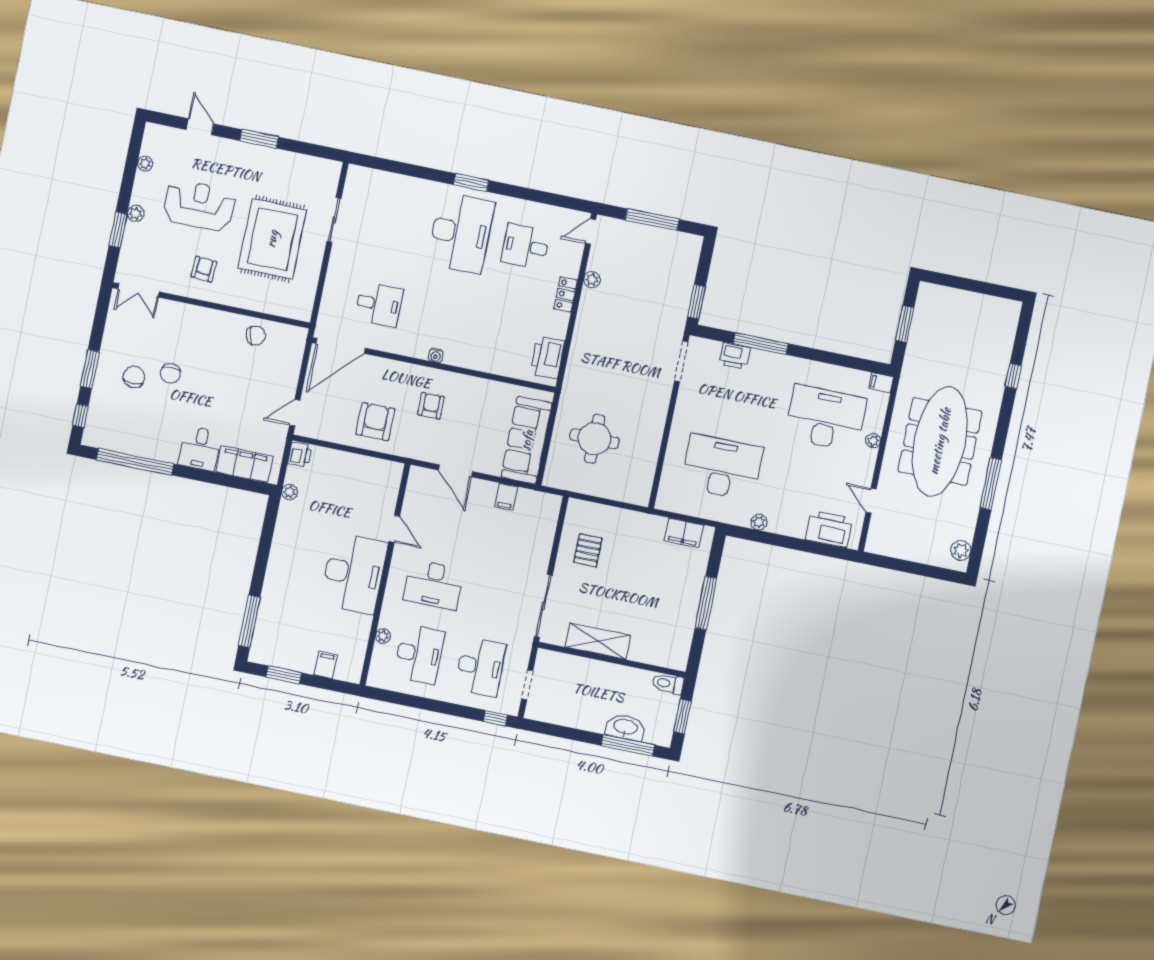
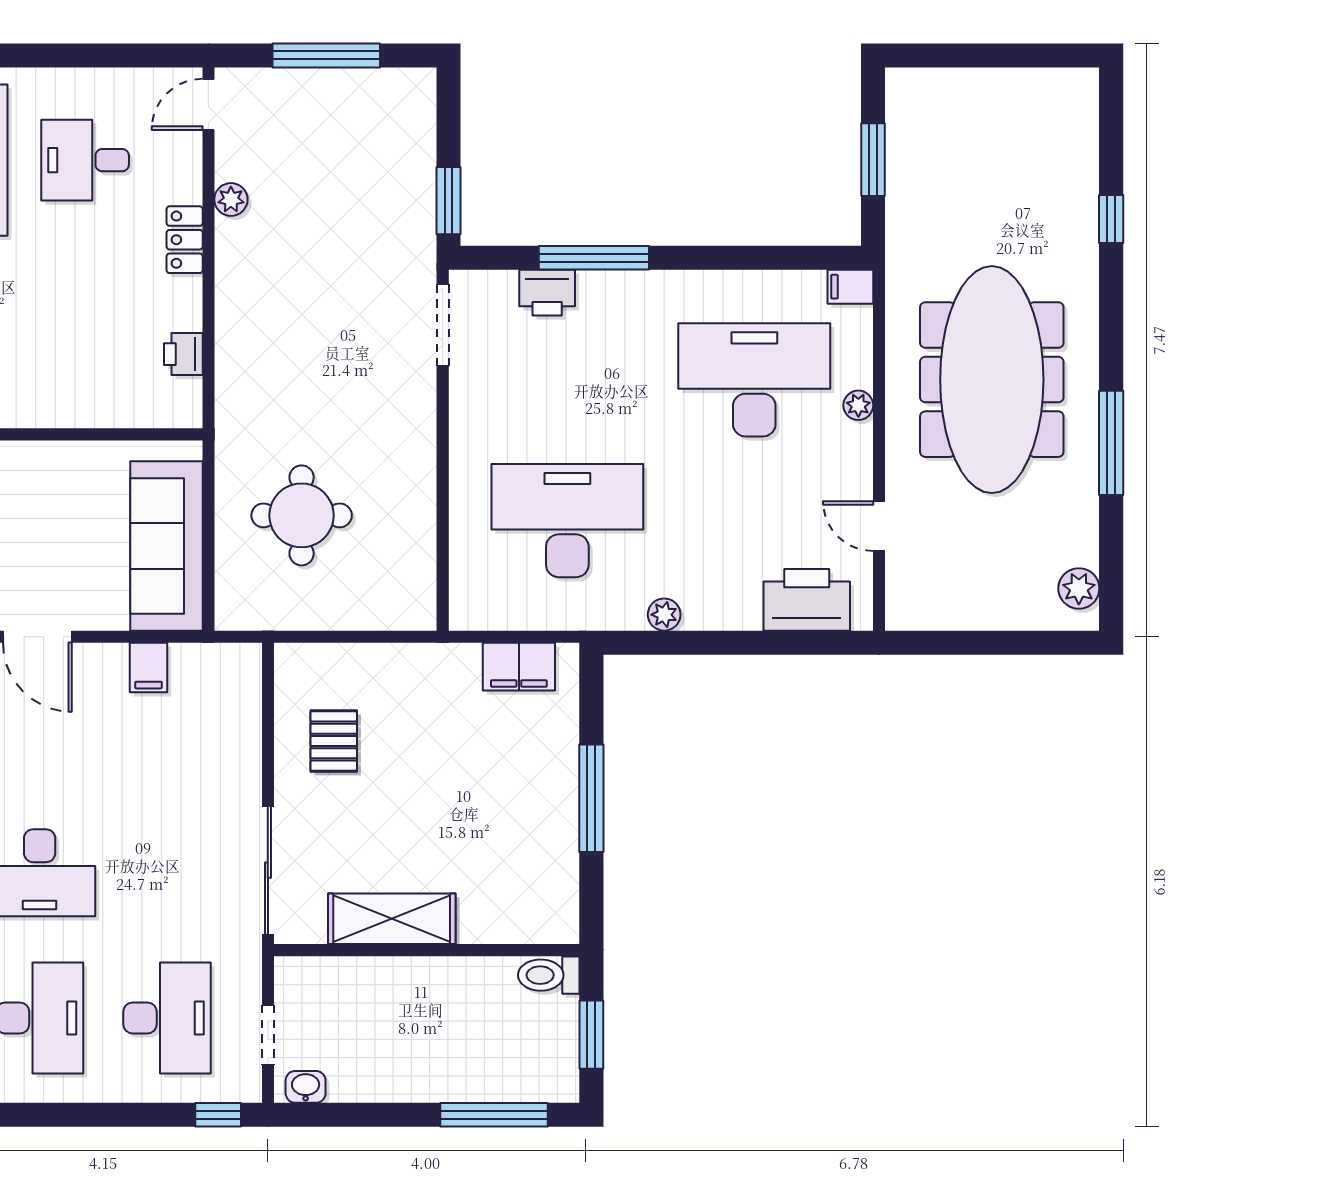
printer: (547, 357) -> (183, 354), width x0.53, depth x0.68
washbasin: (626, 727) -> (306, 1087), moved, width x0.52, depth x0.69

